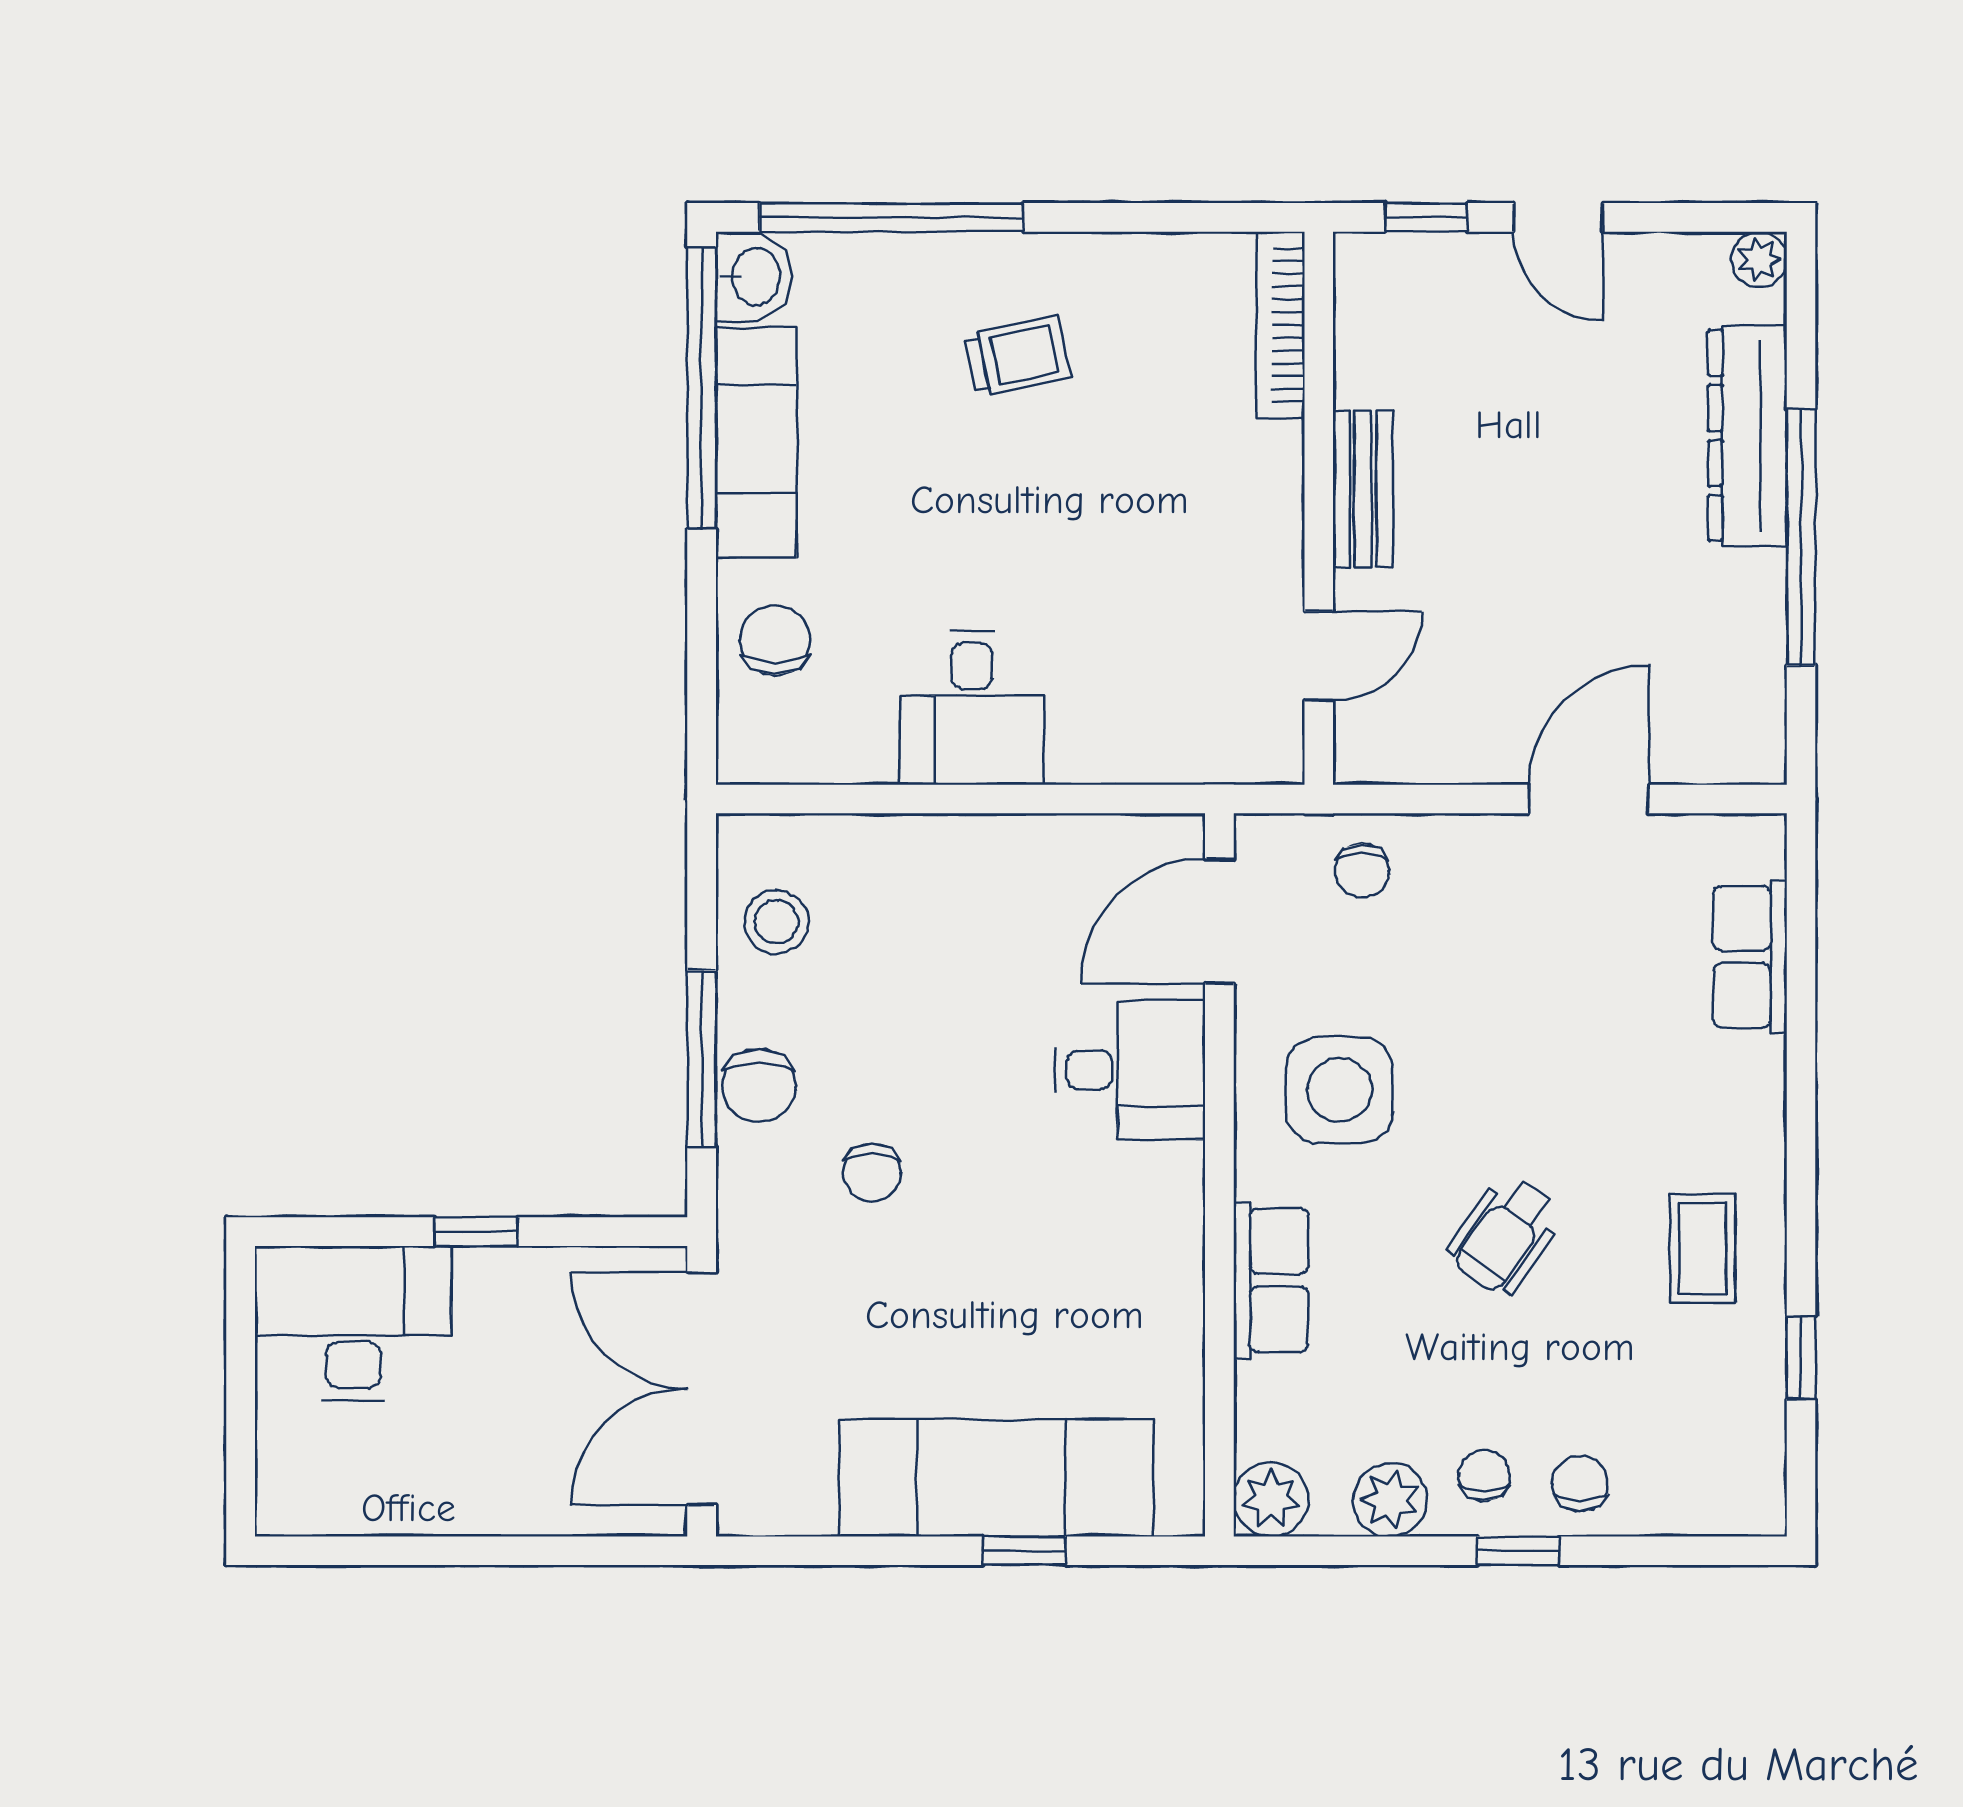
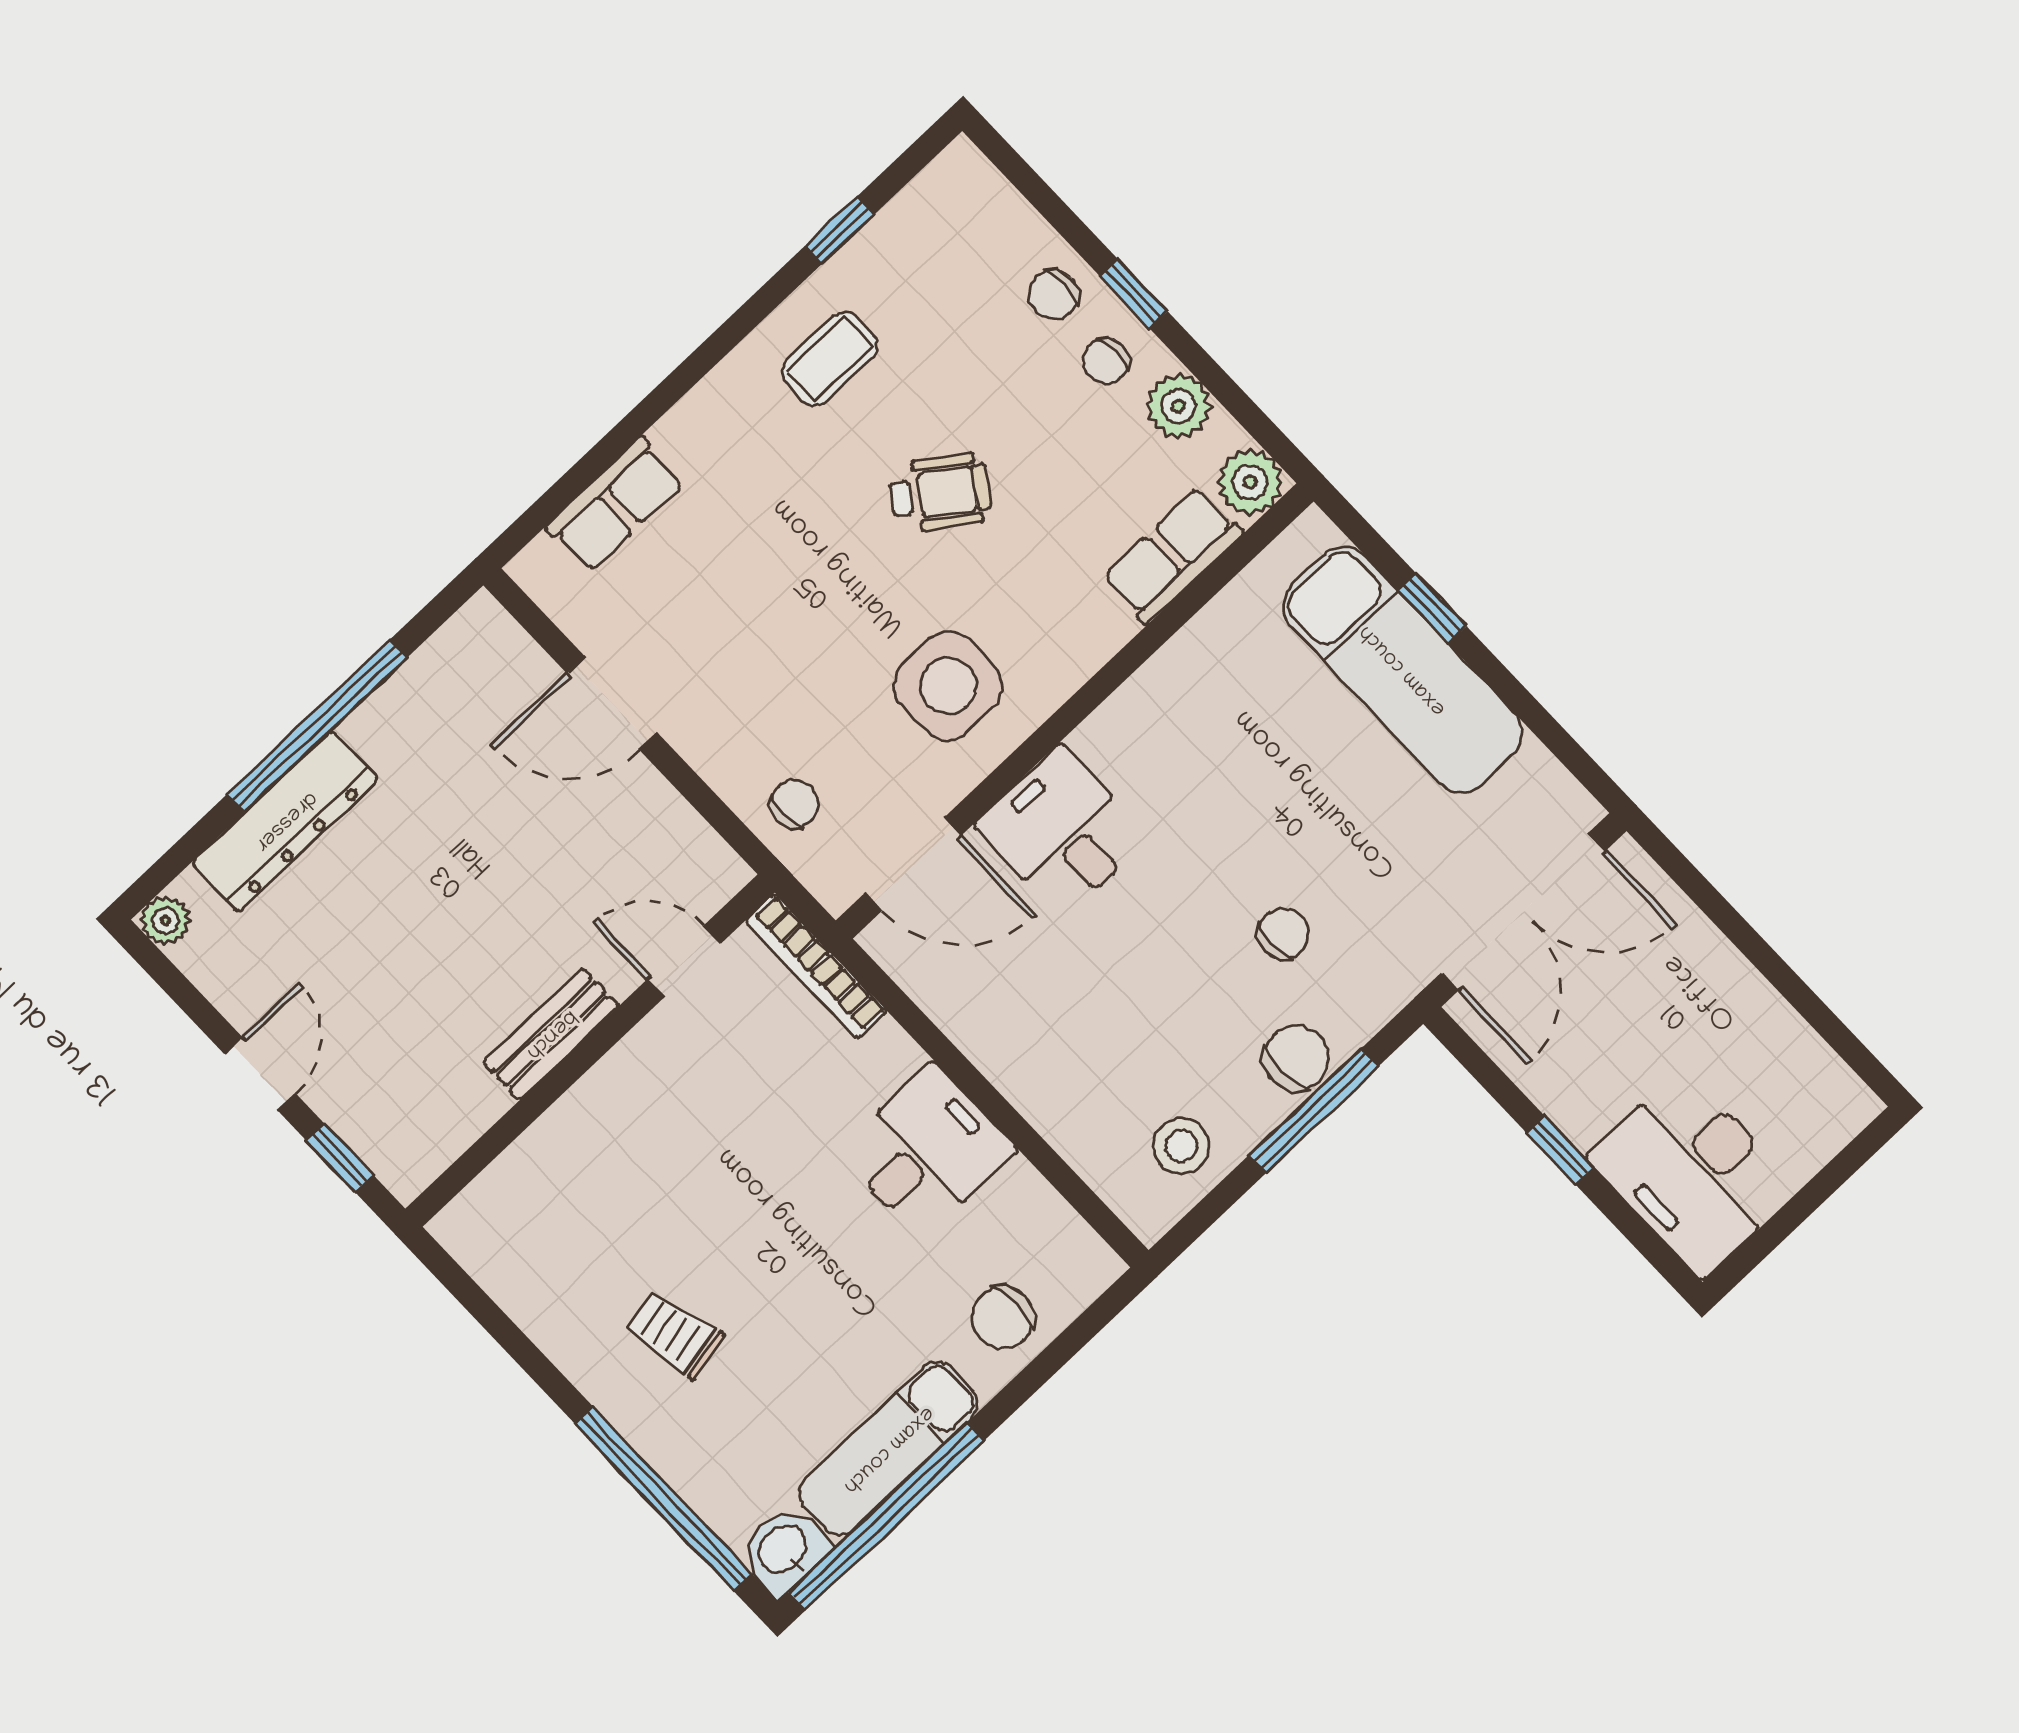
bookcase: (1281, 325) -> (816, 966), moved, turned 90
row of seats: (1271, 1280) -> (1173, 555), moved

